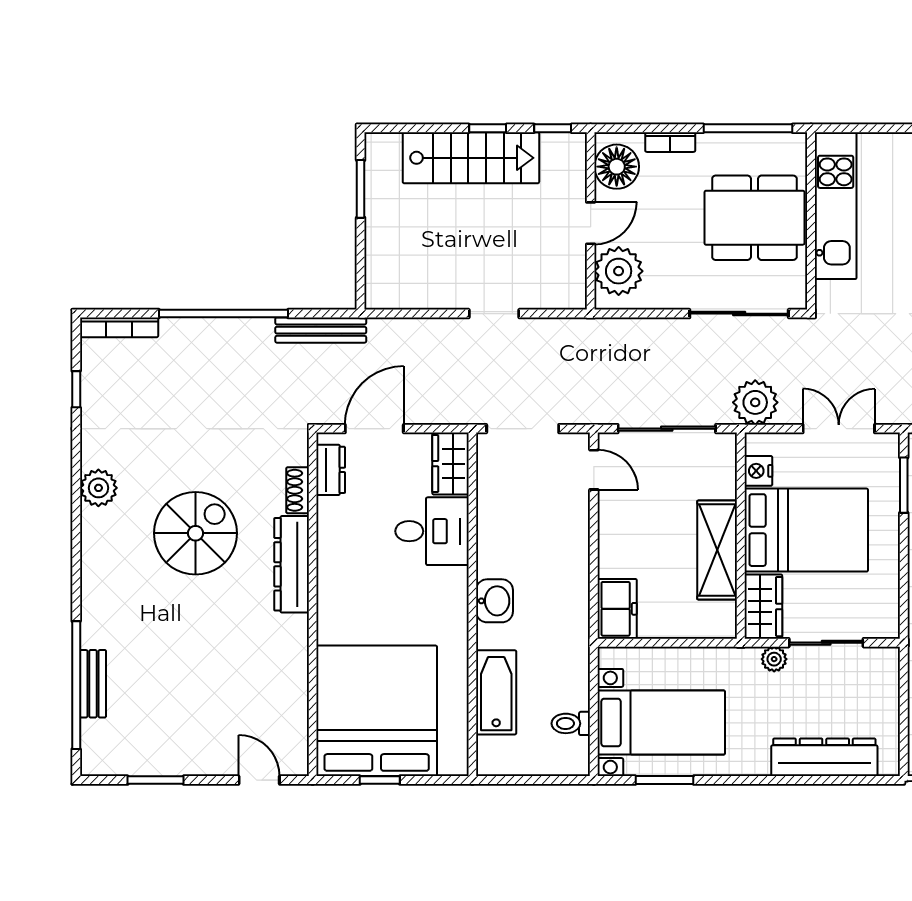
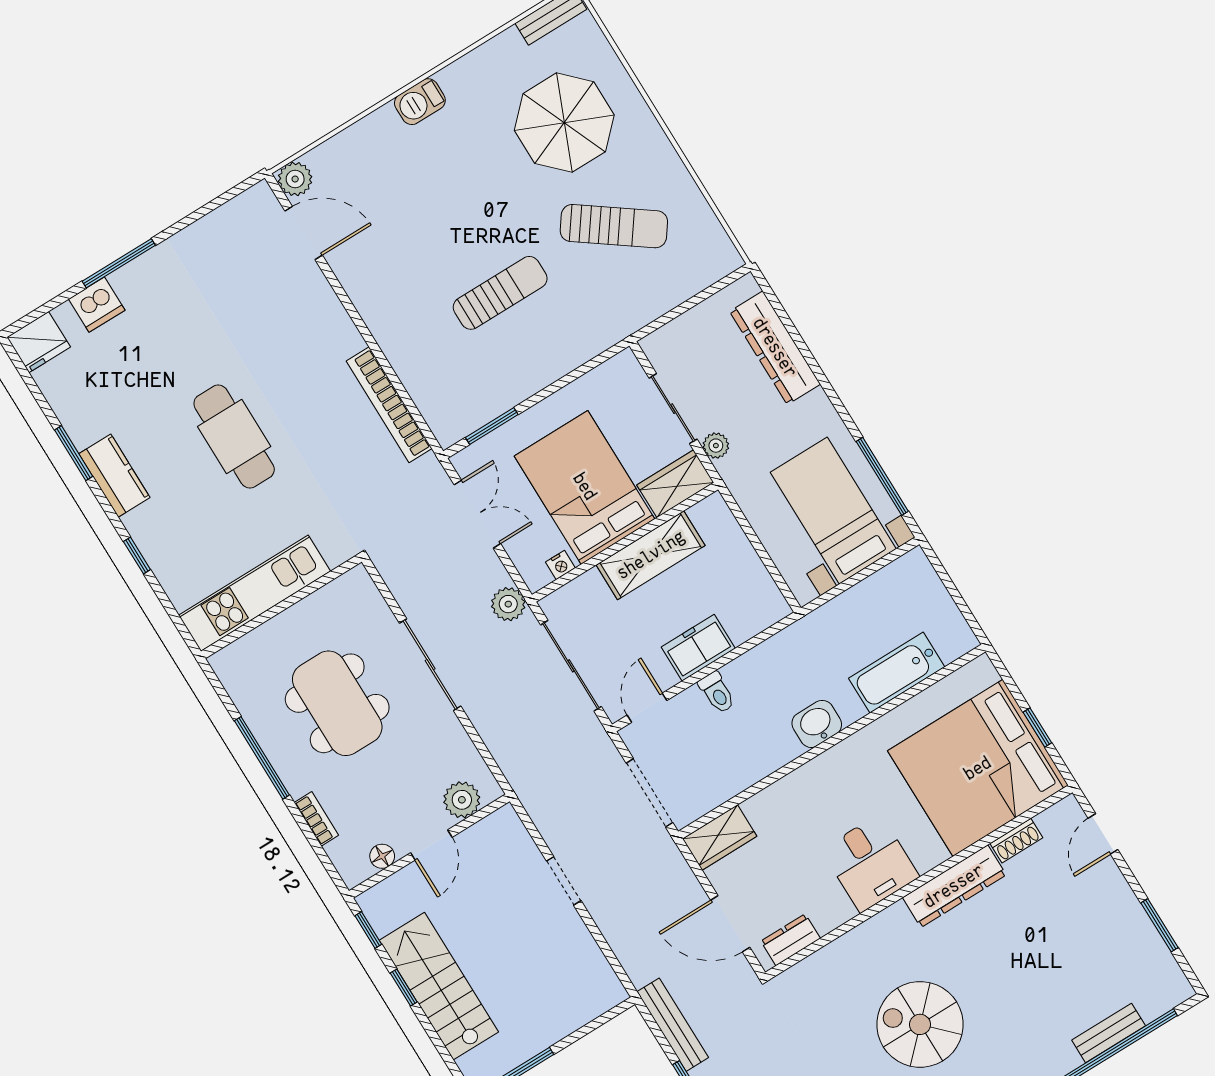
floor lamp: (617, 167) -> (382, 856), width x0.53, depth x0.53
kitchen unit: (836, 206) -> (255, 593), moved
wall: (811, 221) -> (281, 607), moved
door: (591, 223) -> (431, 845), swing flipped
plant: (619, 271) -> (462, 800), width x0.73, depth x0.73
plant: (755, 402) -> (508, 604), width x0.73, depth x0.73
double door: (839, 429) -> (477, 514), swing flipped
nightstand: (758, 471) -> (560, 565), width x0.72, depth x0.74
shoe rack: (298, 490) -> (1016, 841), moved
desk: (432, 531) -> (870, 863), moved, turned 180
dresser: (292, 564) -> (954, 886), moved
freezer: (617, 609) -> (698, 648), moved
toilet: (571, 723) -> (717, 693), moved
window: (664, 780) -> (882, 476), width x1.44

